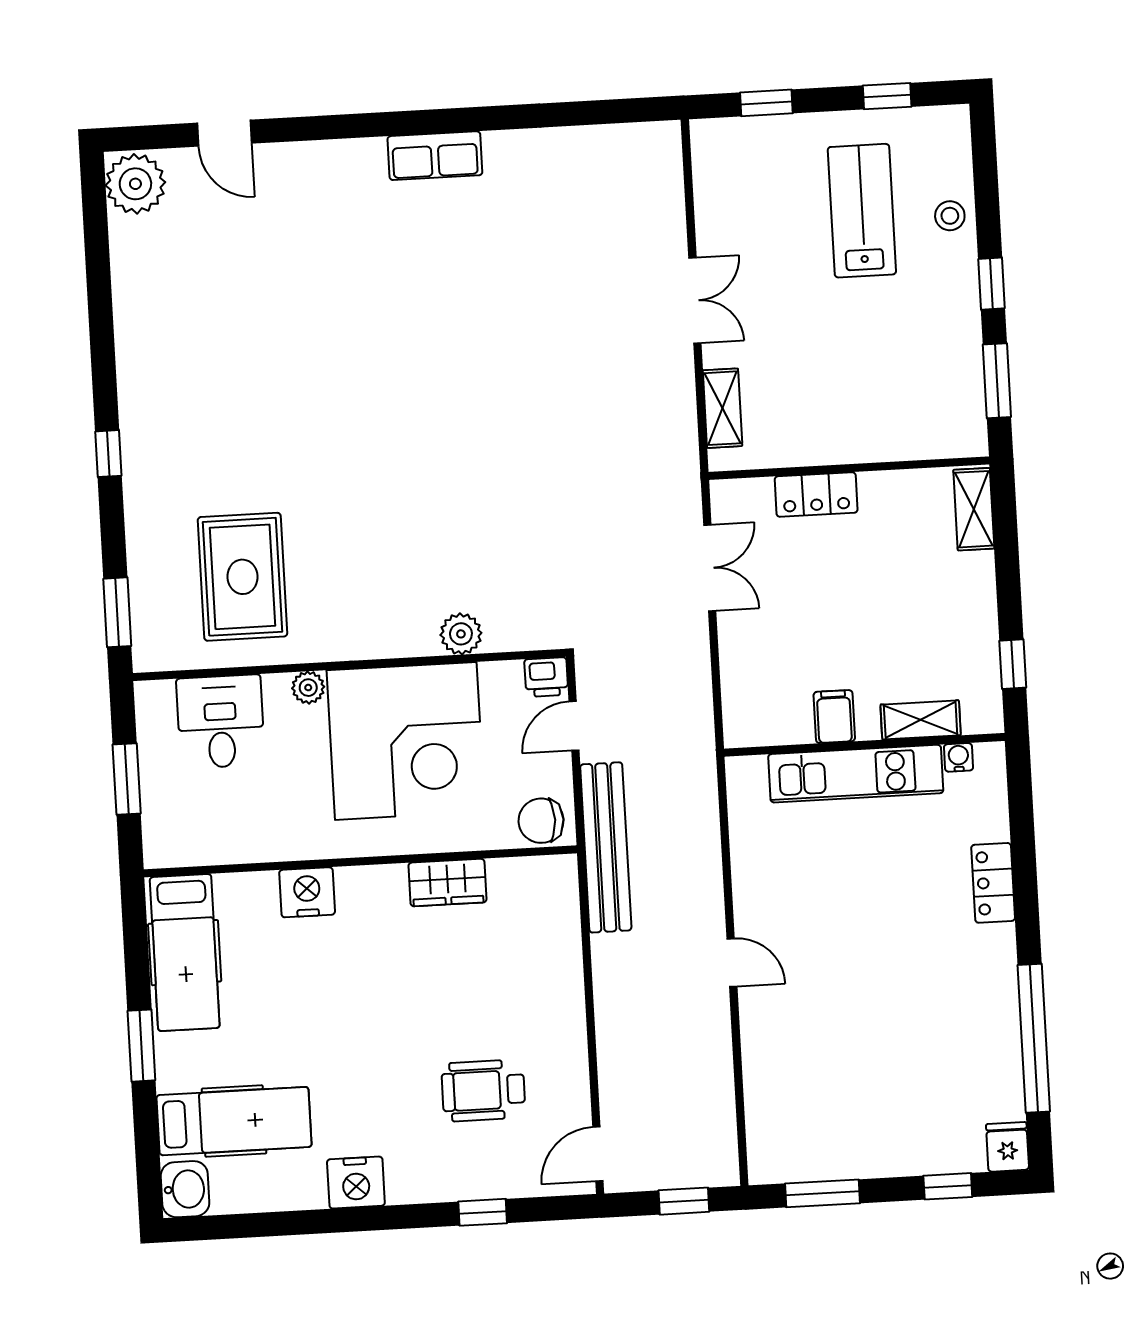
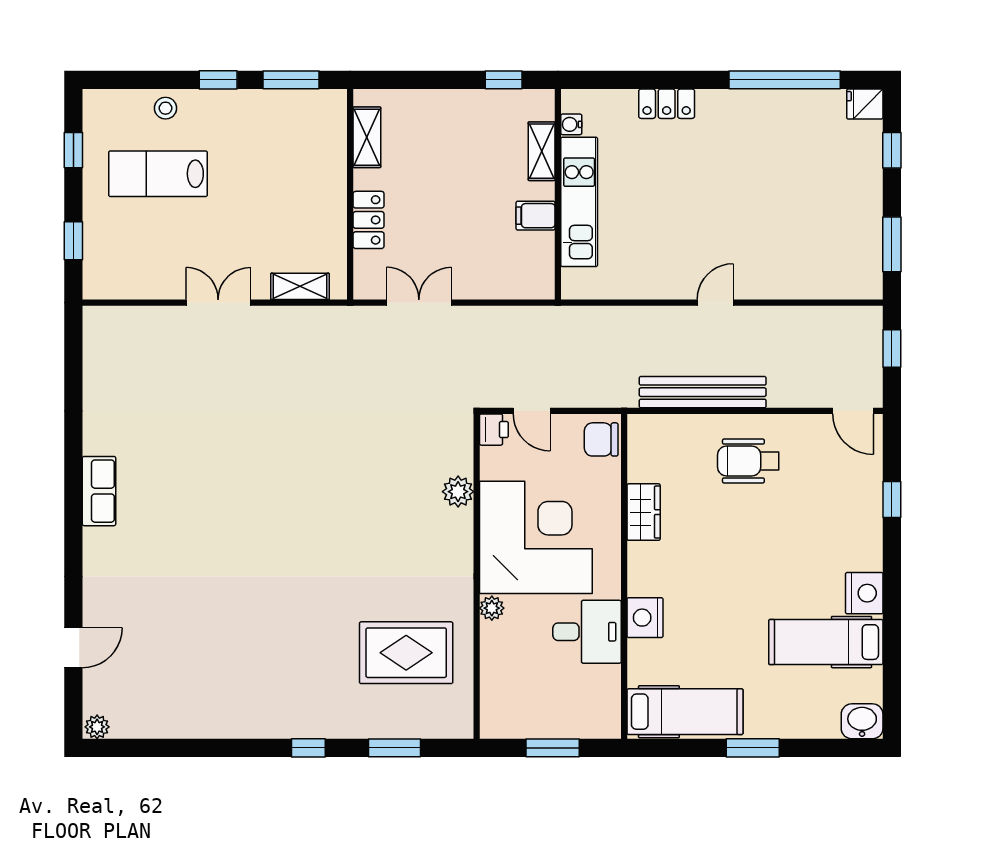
plant: (135, 184) -> (97, 727), width x0.53, depth x0.53
shelving: (974, 509) -> (367, 137), moved, turned 90
window: (117, 612) -> (395, 748), moved
desk: (221, 722) -> (587, 632), moved, turned 180
chair: (541, 821) -> (601, 439), turned 90
bench: (606, 847) -> (703, 392), moved
wheelchair: (483, 1091) -> (748, 461), moved, turned 90
hospital bed: (234, 1121) -> (826, 642), moved, turned -90

